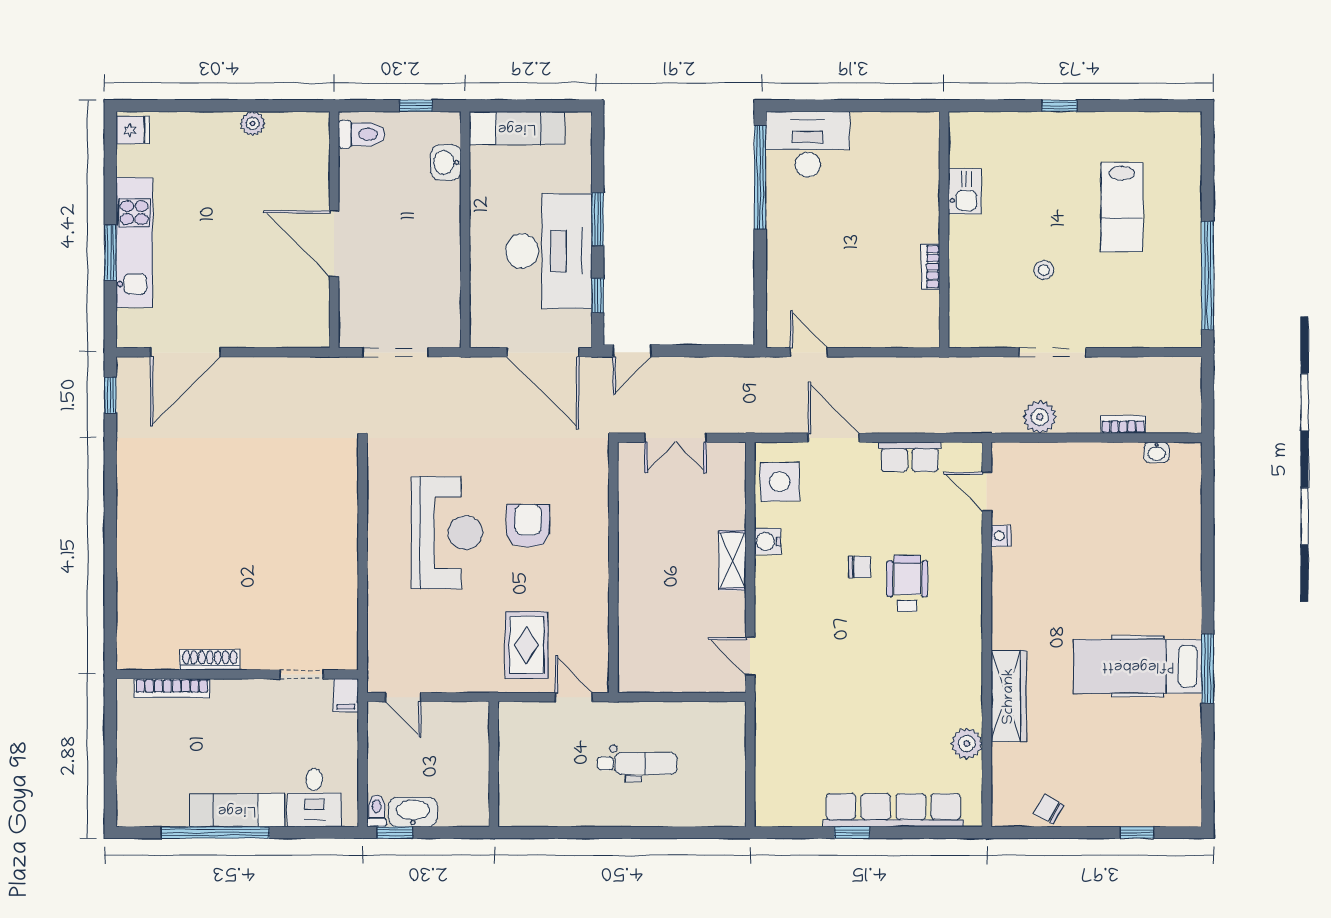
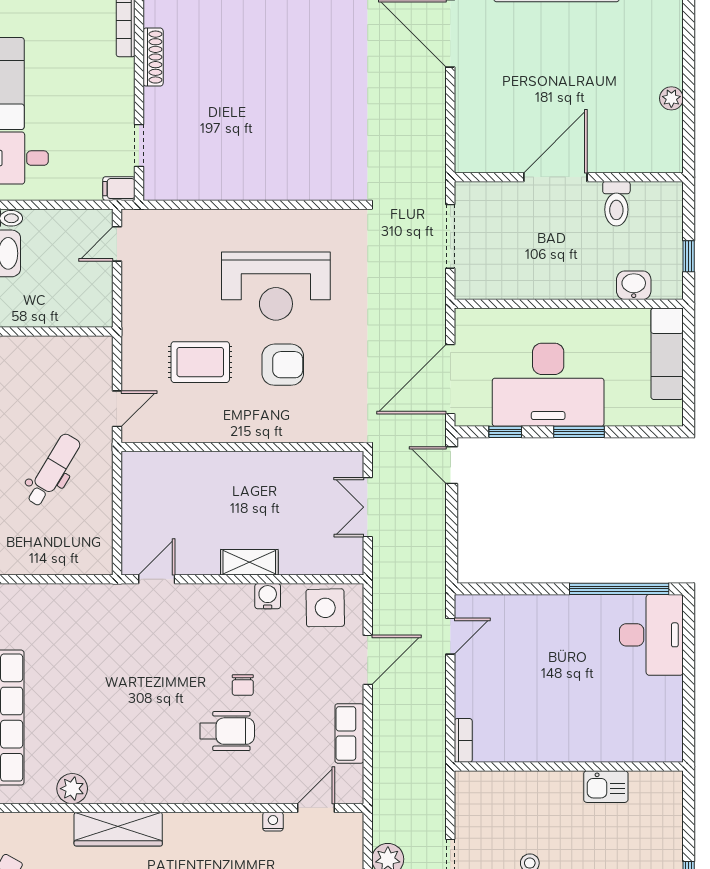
toilet: (362, 134) -> (616, 204), moved
bookcase: (931, 267) -> (463, 740), moved, turned 90
rug: (527, 645) -> (200, 362), moved
dental chair: (637, 763) -> (53, 470), turned -149

